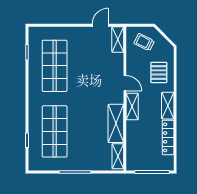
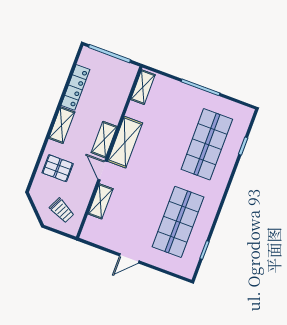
door: (100, 25) -> (129, 258), moved
shelving: (118, 39) -> (101, 201), moved
pallet: (159, 72) -> (58, 168), turned 90
shelving: (116, 123) -> (125, 142), moved

